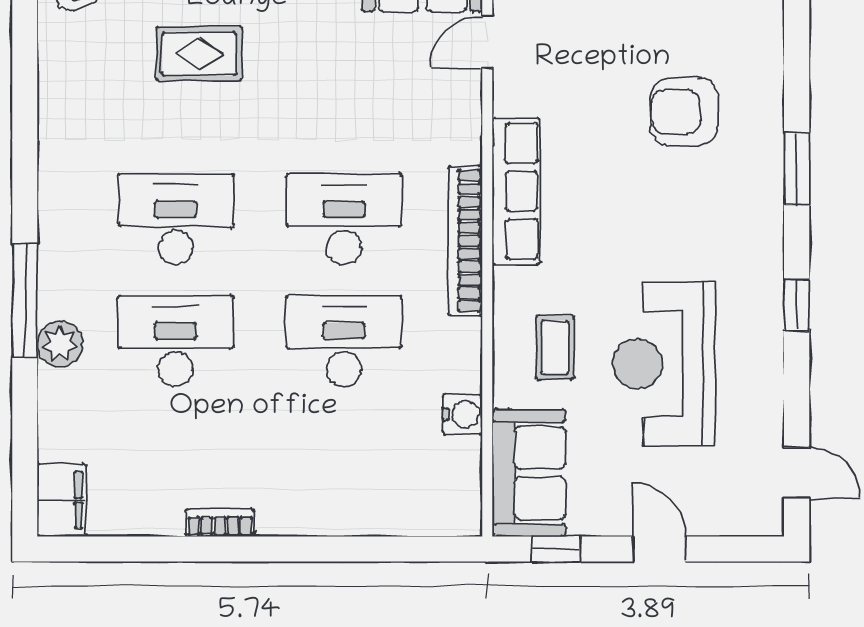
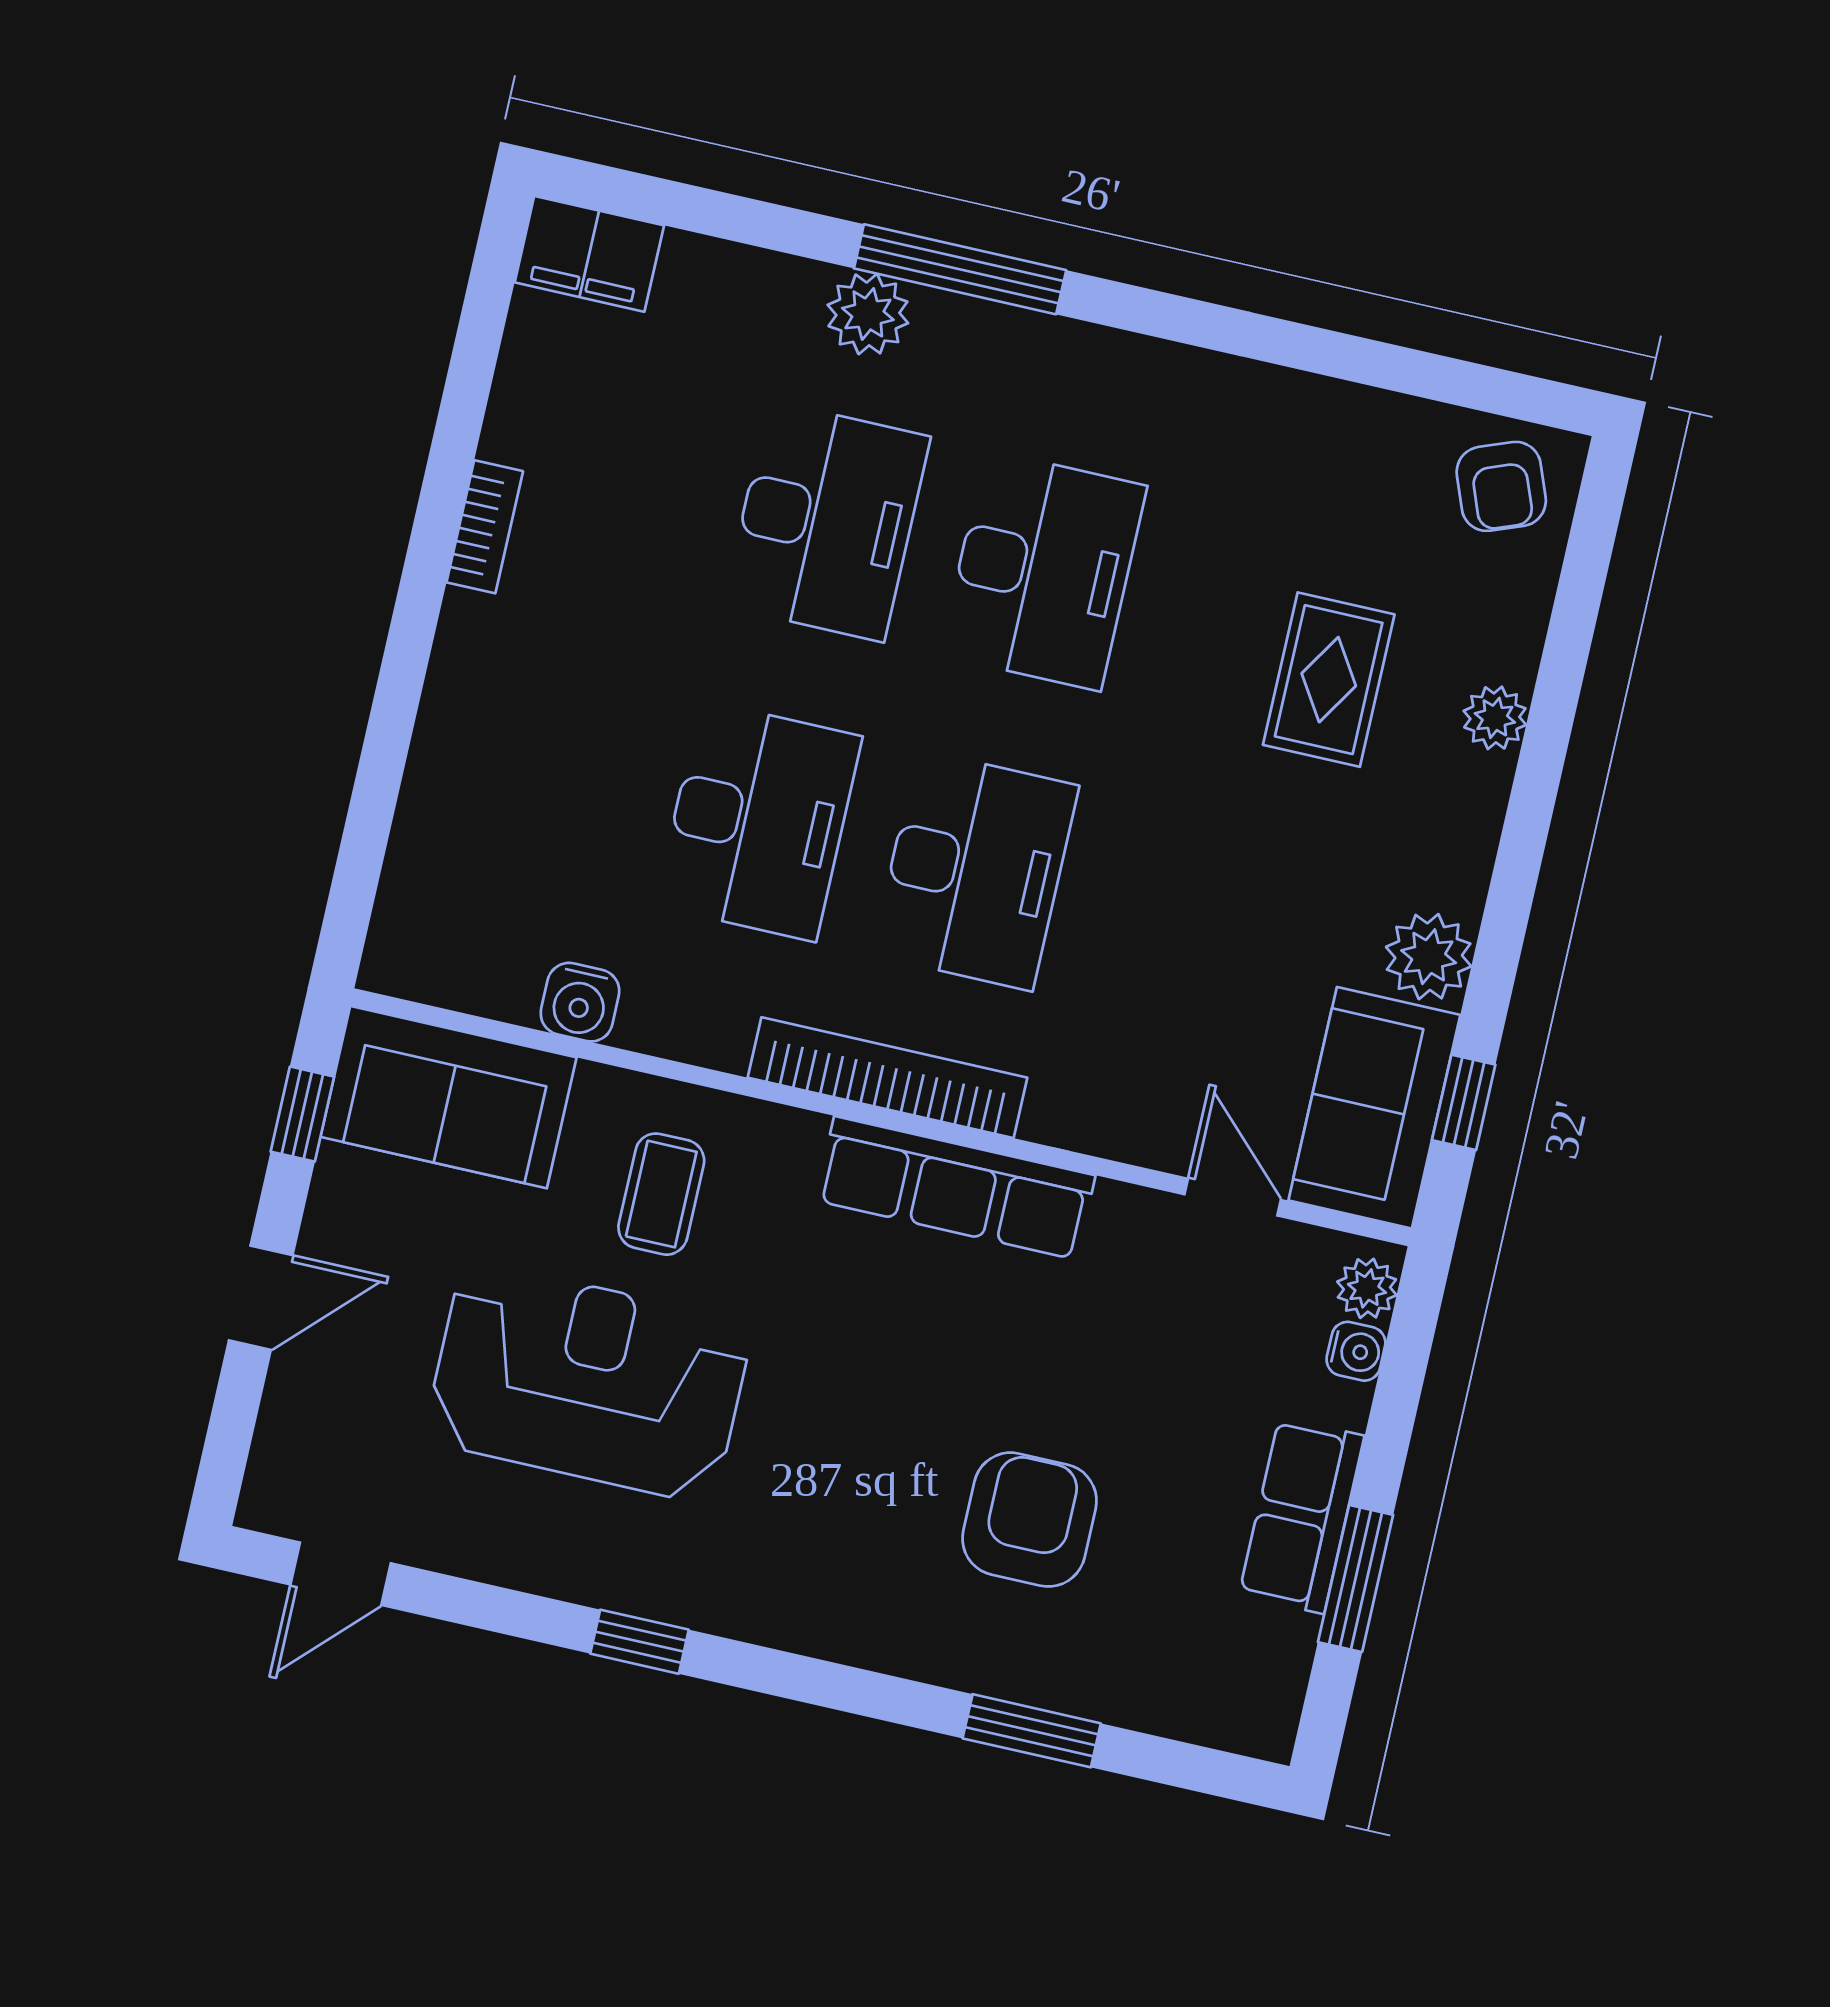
window: (797, 169) -> (1032, 1731), moved
coffee table: (555, 348) -> (661, 1194), turned 90

